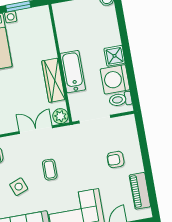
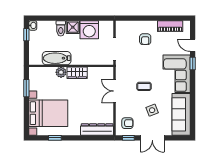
bathtub: (73, 72) -> (57, 58), moved
wardrobe: (53, 80) -> (77, 73), width x0.67
toilet: (120, 99) -> (61, 28), moved
plant: (60, 116) -> (61, 72), moved

